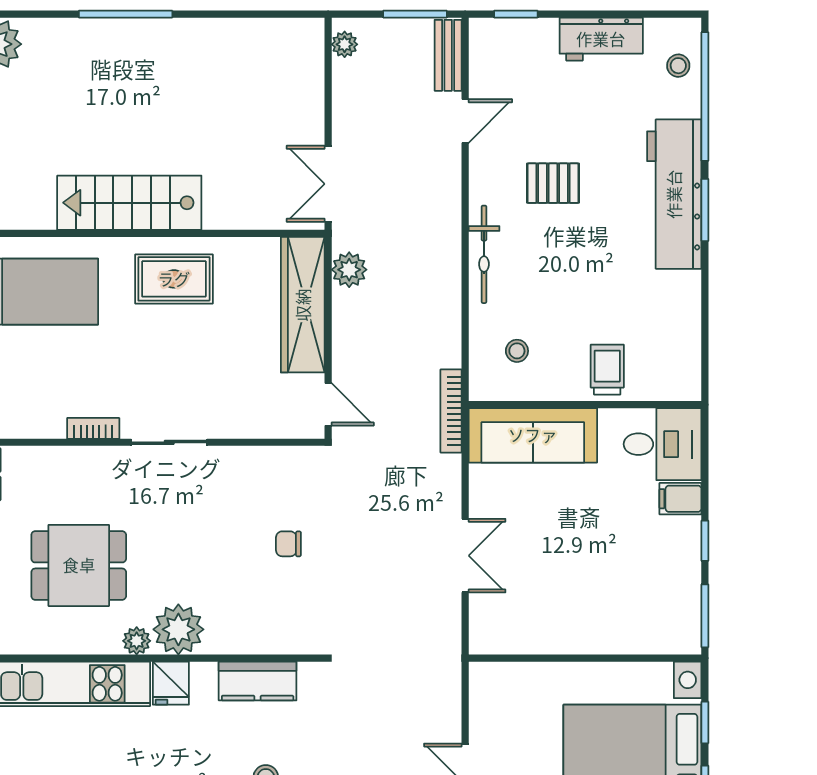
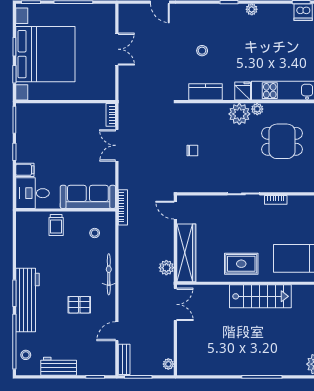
bookcase: (479, 627) -> (111, 115), added

